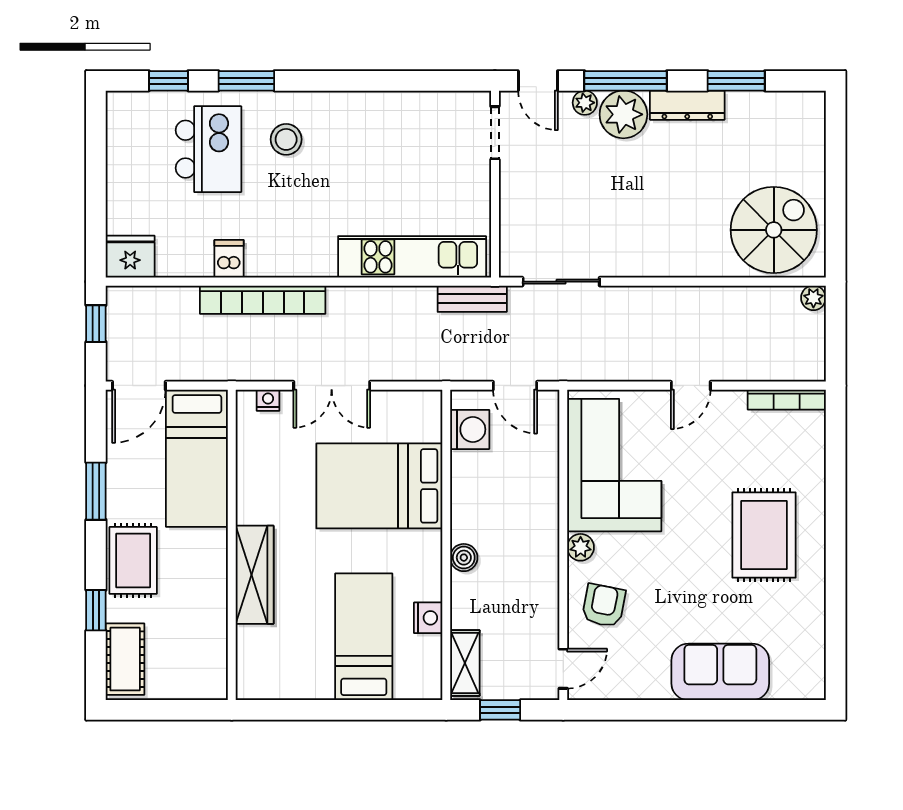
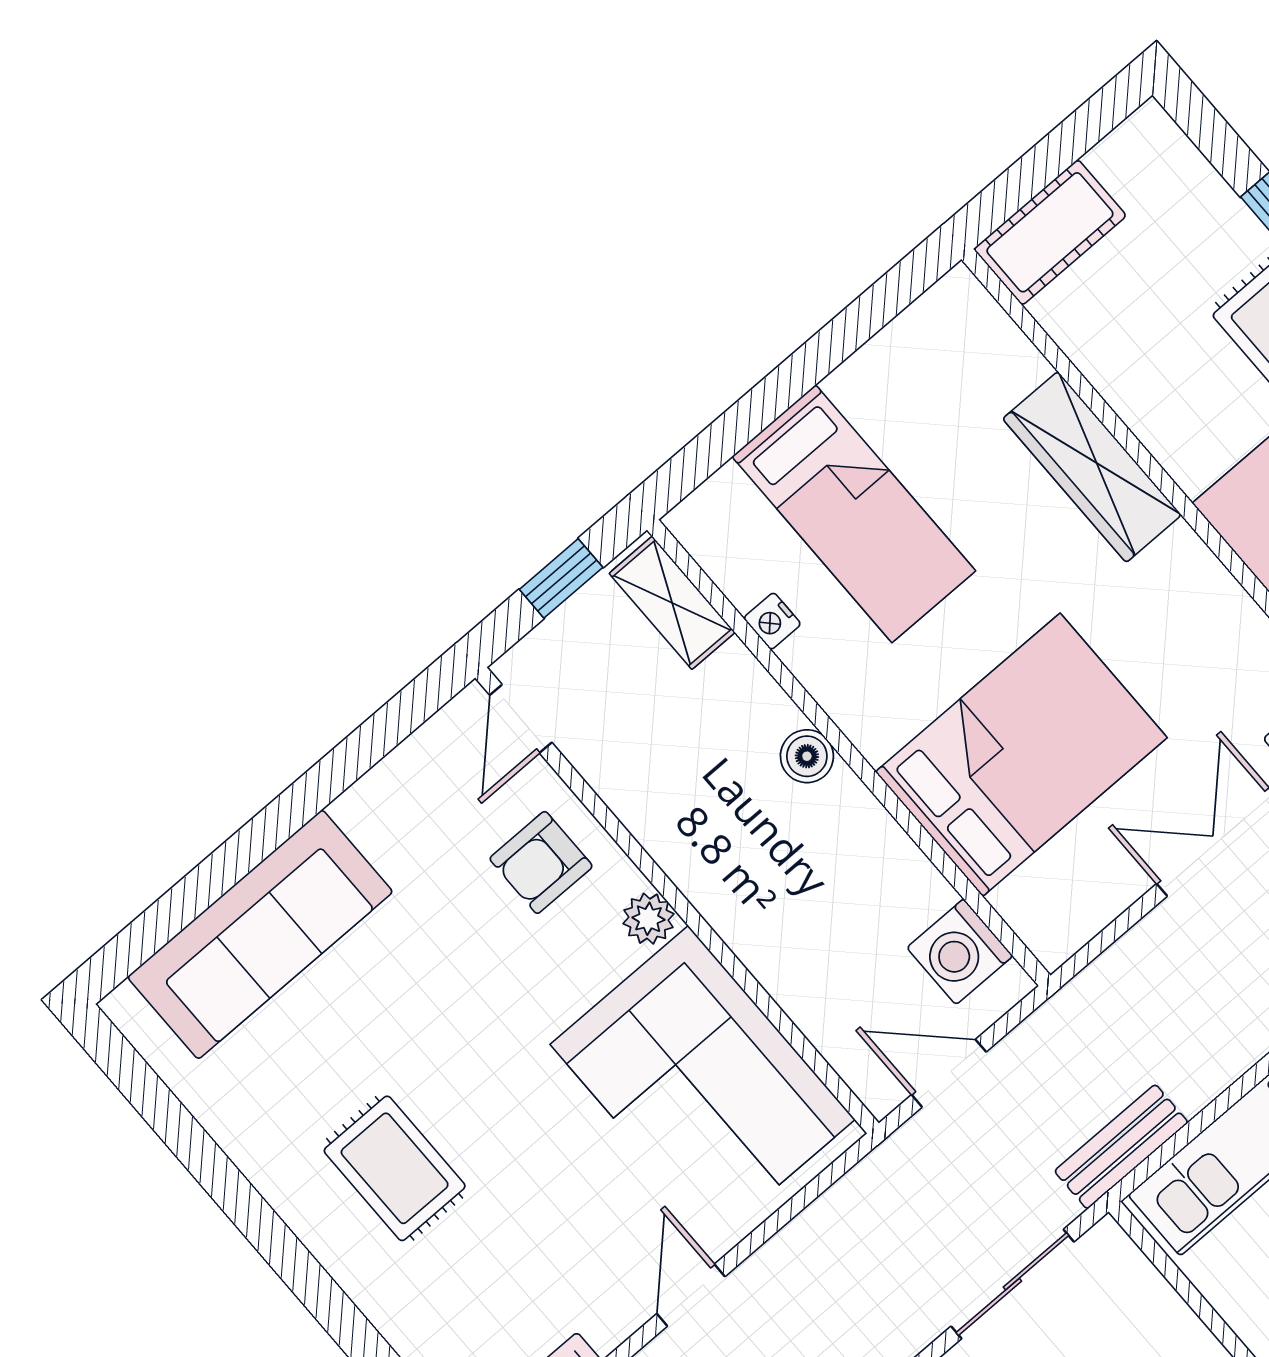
rug: (764, 535) -> (395, 1168), width x0.73, depth x0.70
armchair: (604, 605) -> (541, 862), turned 79
nightstand: (428, 618) -> (772, 621), width x0.72, depth x0.74
cot: (125, 659) -> (1050, 232), moved, turned 90
sofa: (720, 672) -> (260, 934), width x1.36

